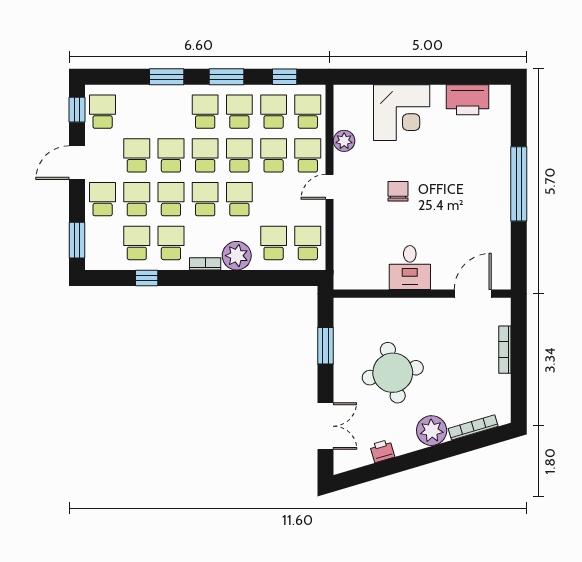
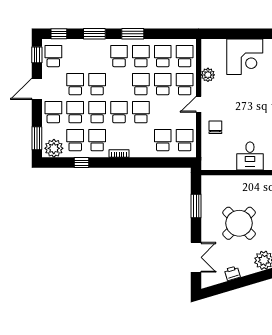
window: (285, 77) -> (59, 34), moved
school desk: (205, 155) -> (119, 84), removed
chair: (398, 191) -> (215, 127), moved
plant: (237, 256) -> (54, 148), moved
round table: (393, 373) -> (239, 223), turned -33

